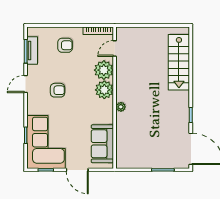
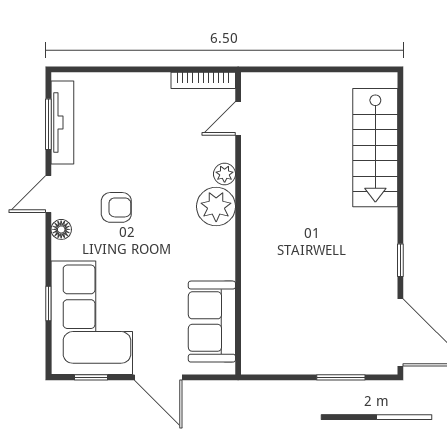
armchair: (65, 45) -> (132, 112), removed
tv unit: (32, 50) -> (62, 123), width x1.41
plant: (104, 70) -> (225, 174), width x0.53, depth x0.53
floor lamp: (32, 101) -> (61, 229), added
plant: (121, 107) -> (251, 243), removed

